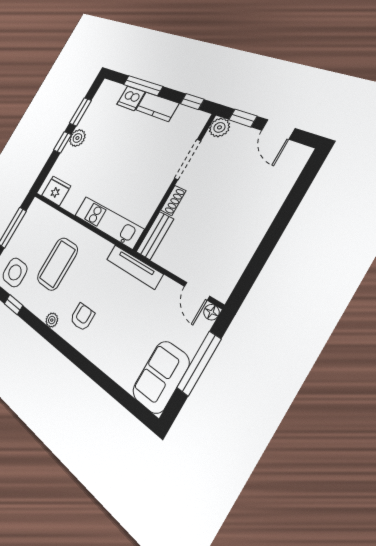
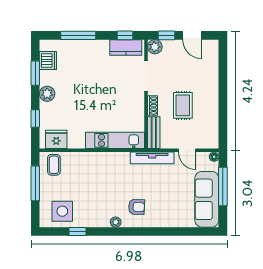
dishwasher: (131, 98) -> (48, 60), moved, turned -90
kitchen counter: (157, 107) -> (126, 48), moved
window: (62, 142) -> (35, 119), moved
rug: (211, 218) -> (183, 105), added
coffee table: (57, 264) -> (54, 165), moved, width x0.54, depth x0.58
door: (197, 291) -> (187, 150), moved
armchair: (82, 317) -> (137, 207), turned 93
sofa: (161, 377) -> (207, 199), width x1.36

